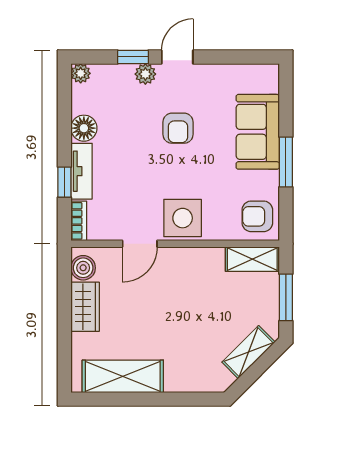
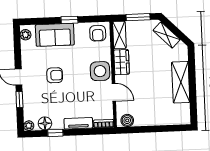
plant: (145, 74) -> (25, 35), moved
floor lamp: (84, 128) -> (45, 123), moved
window: (286, 162) -> (69, 20), width x0.67
window: (64, 182) -> (55, 133), moved
wardrobe: (85, 307) -> (122, 62), moved, turned 90
shelving: (123, 376) -> (181, 82), moved

